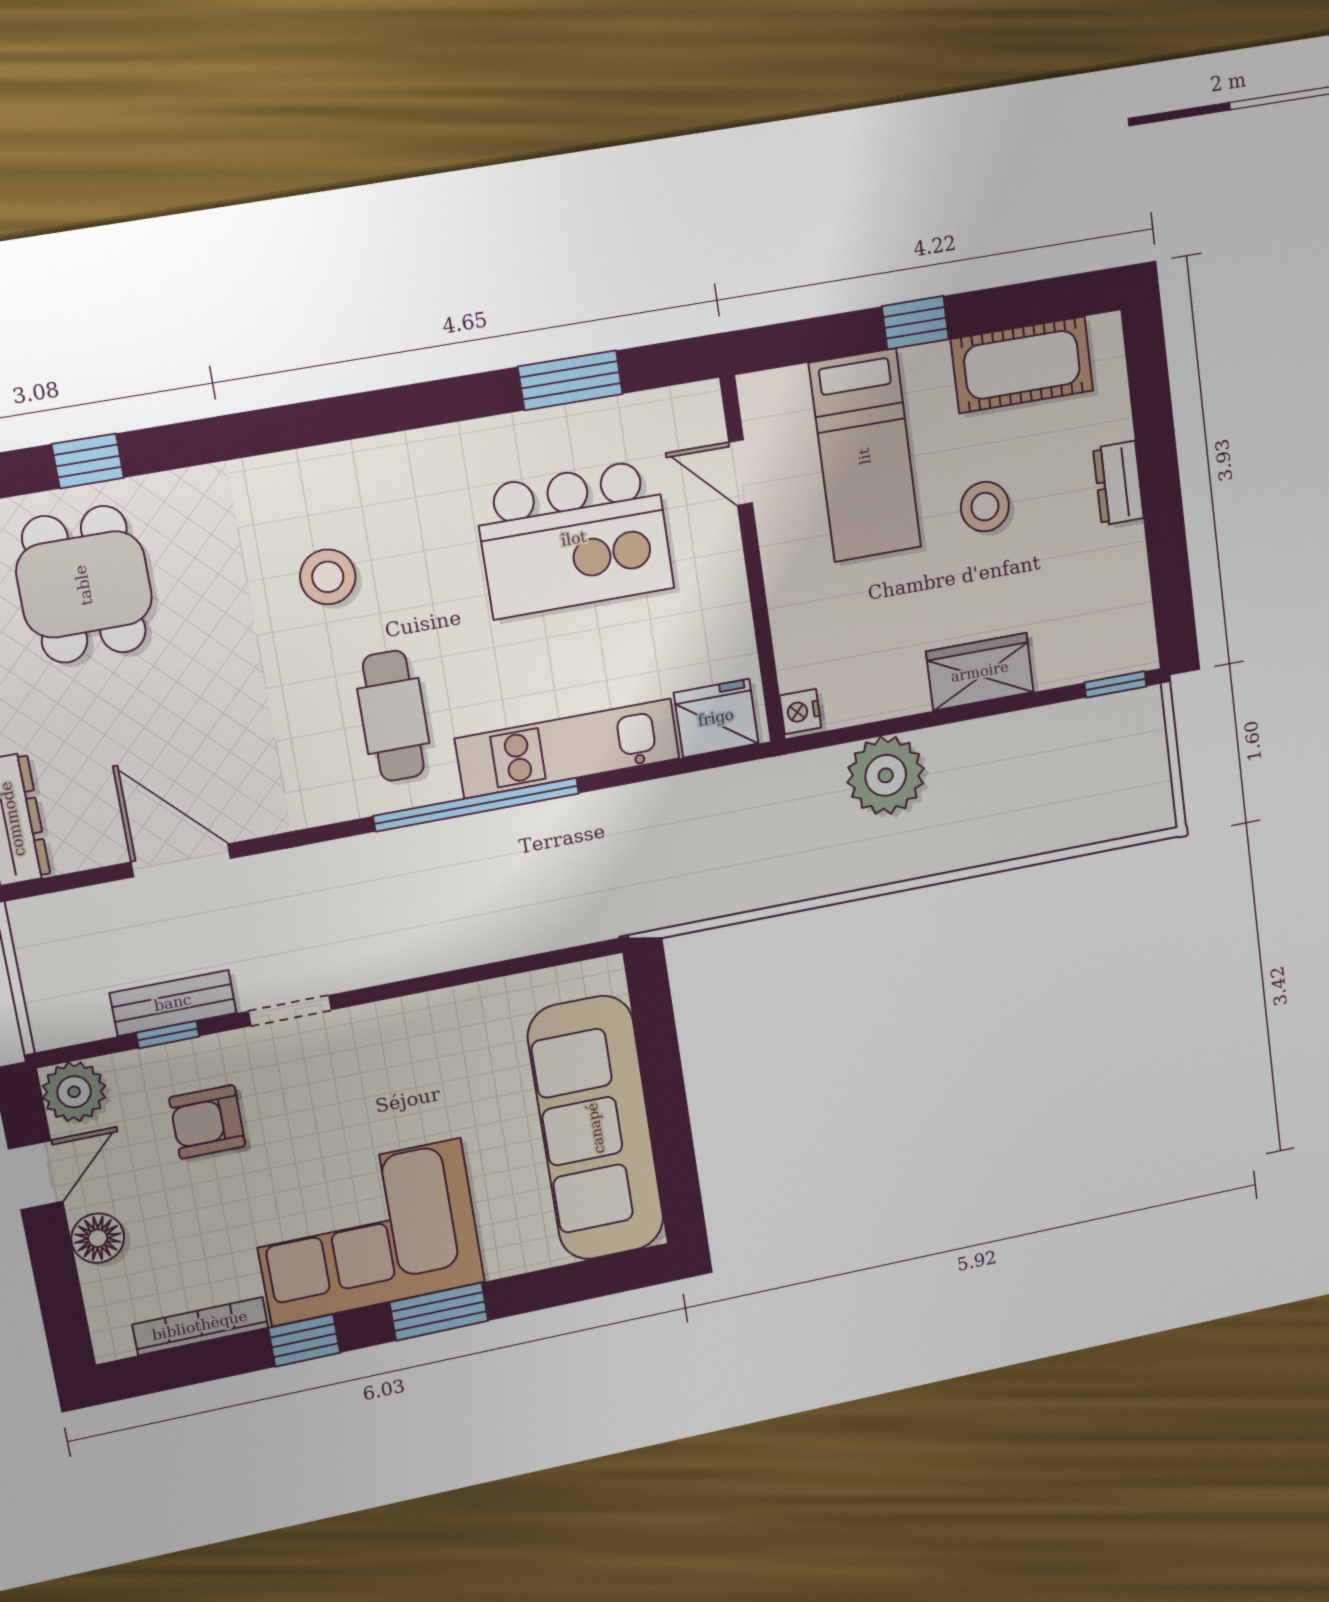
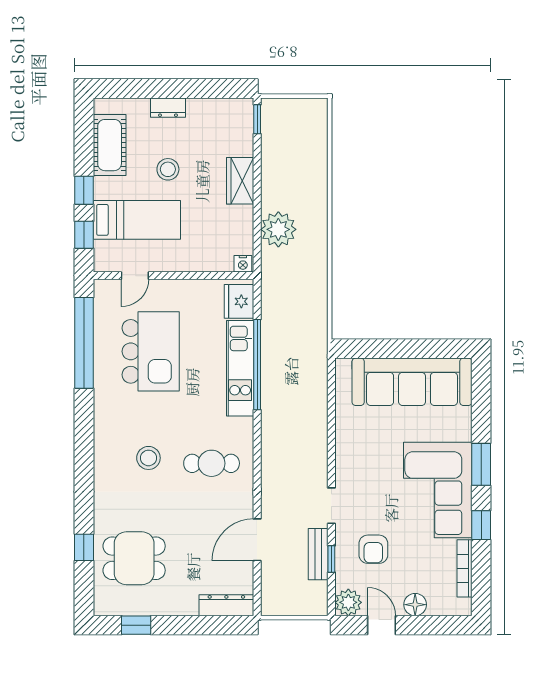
window: (816, 339) -> (84, 235), added
window: (570, 380) -> (84, 343), width x2.11
cafe table: (393, 716) -> (212, 463), moved
window: (476, 805) -> (257, 365), moved

